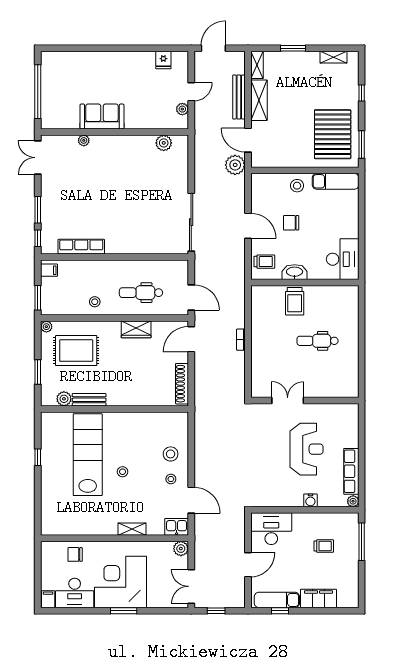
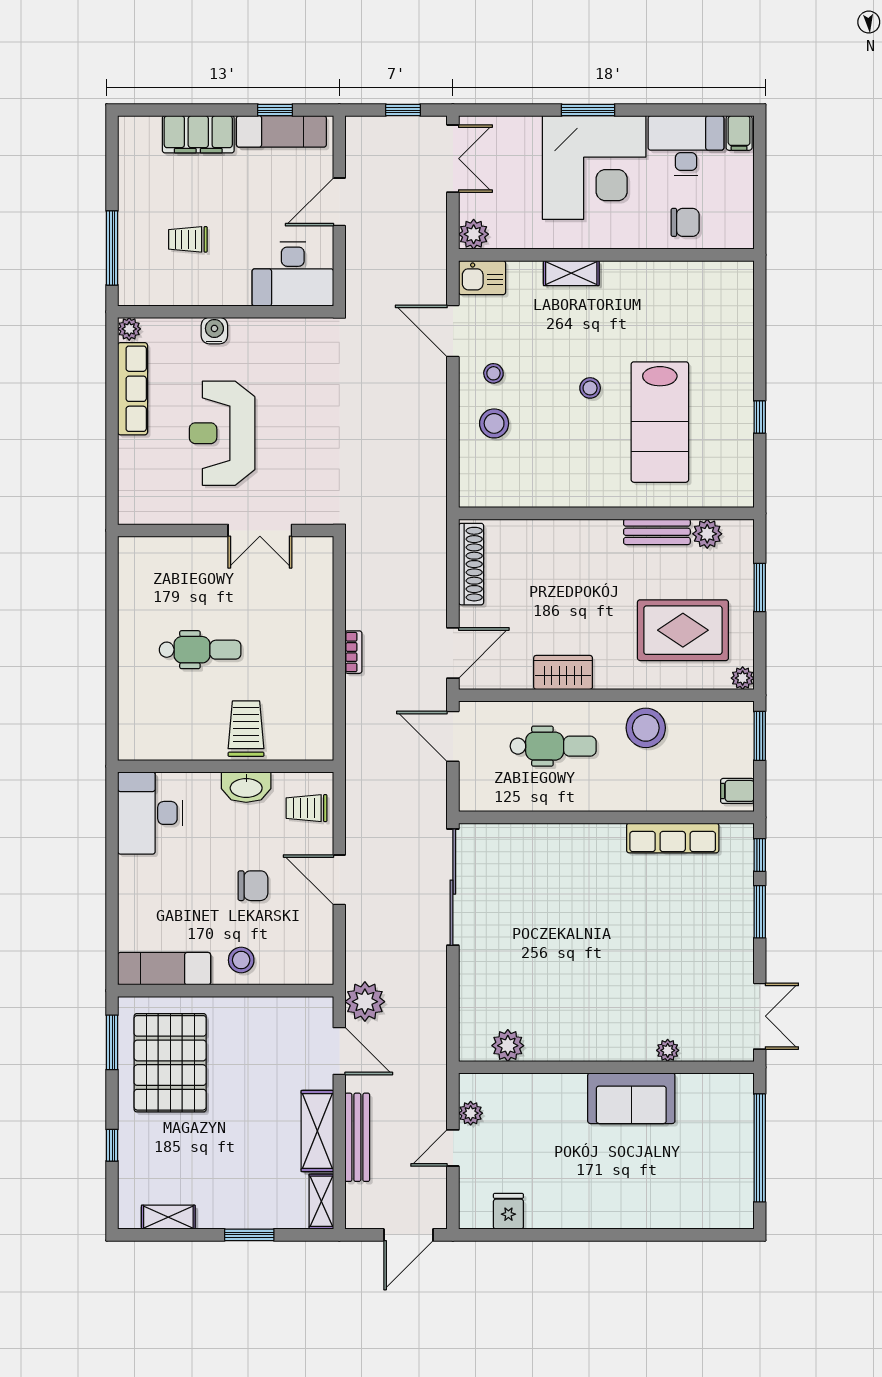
stool: (95, 302) -> (646, 728), width x1.89, depth x1.89
lab bench: (88, 455) -> (660, 422), width x0.73

